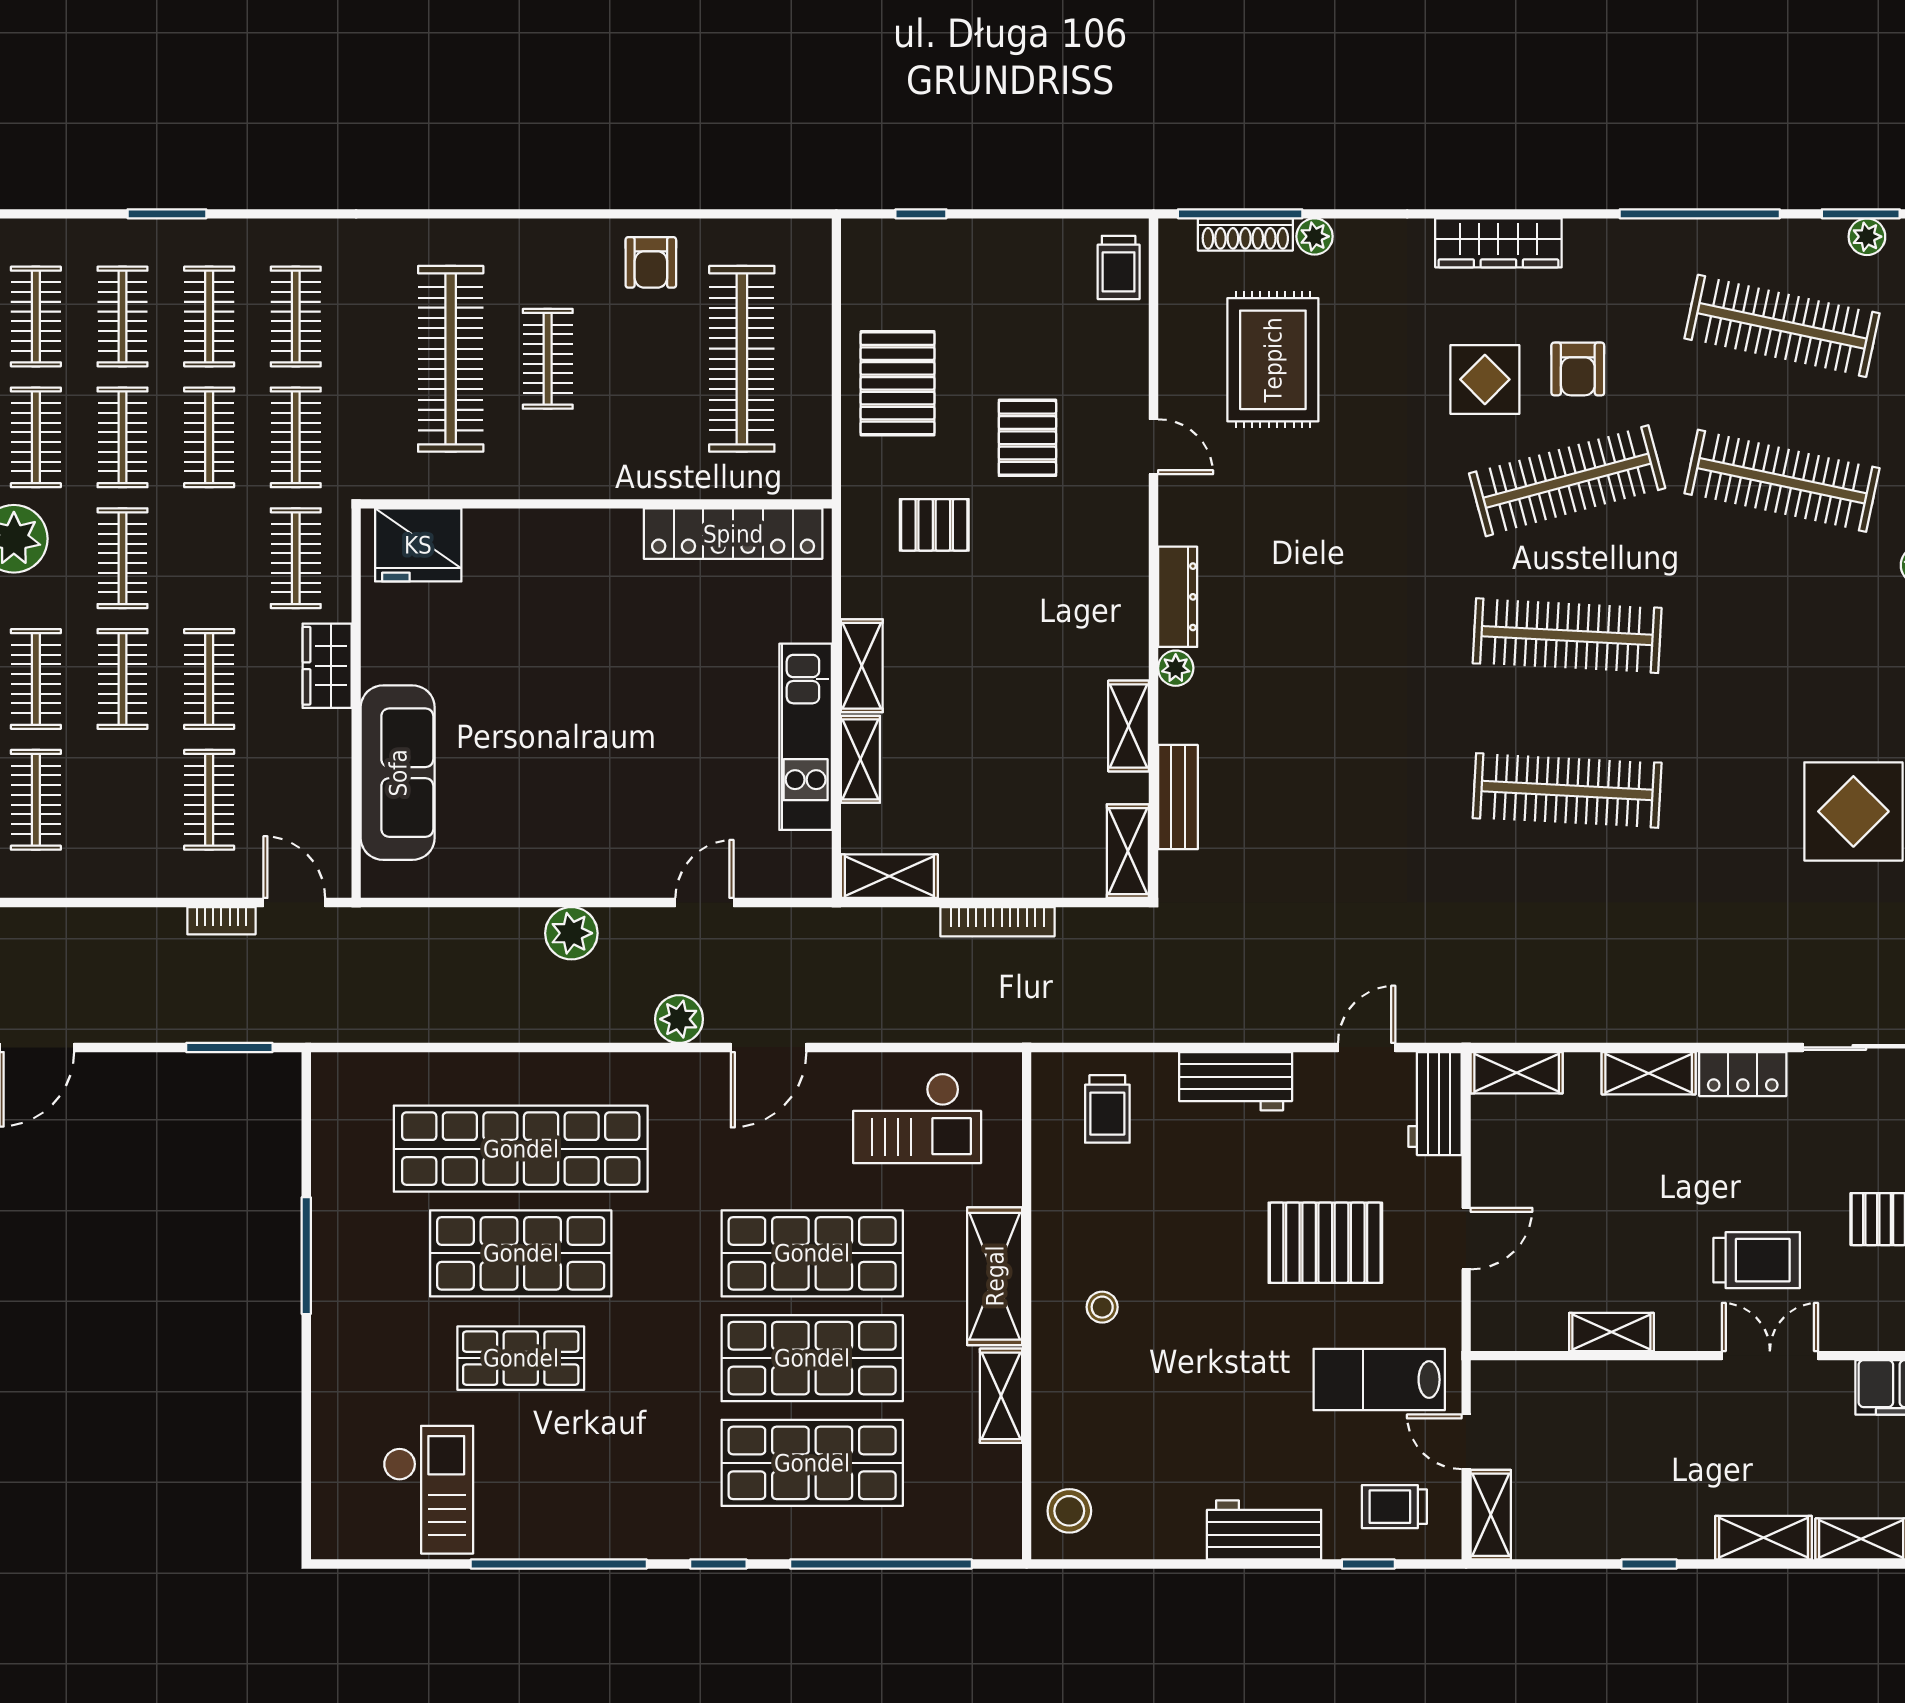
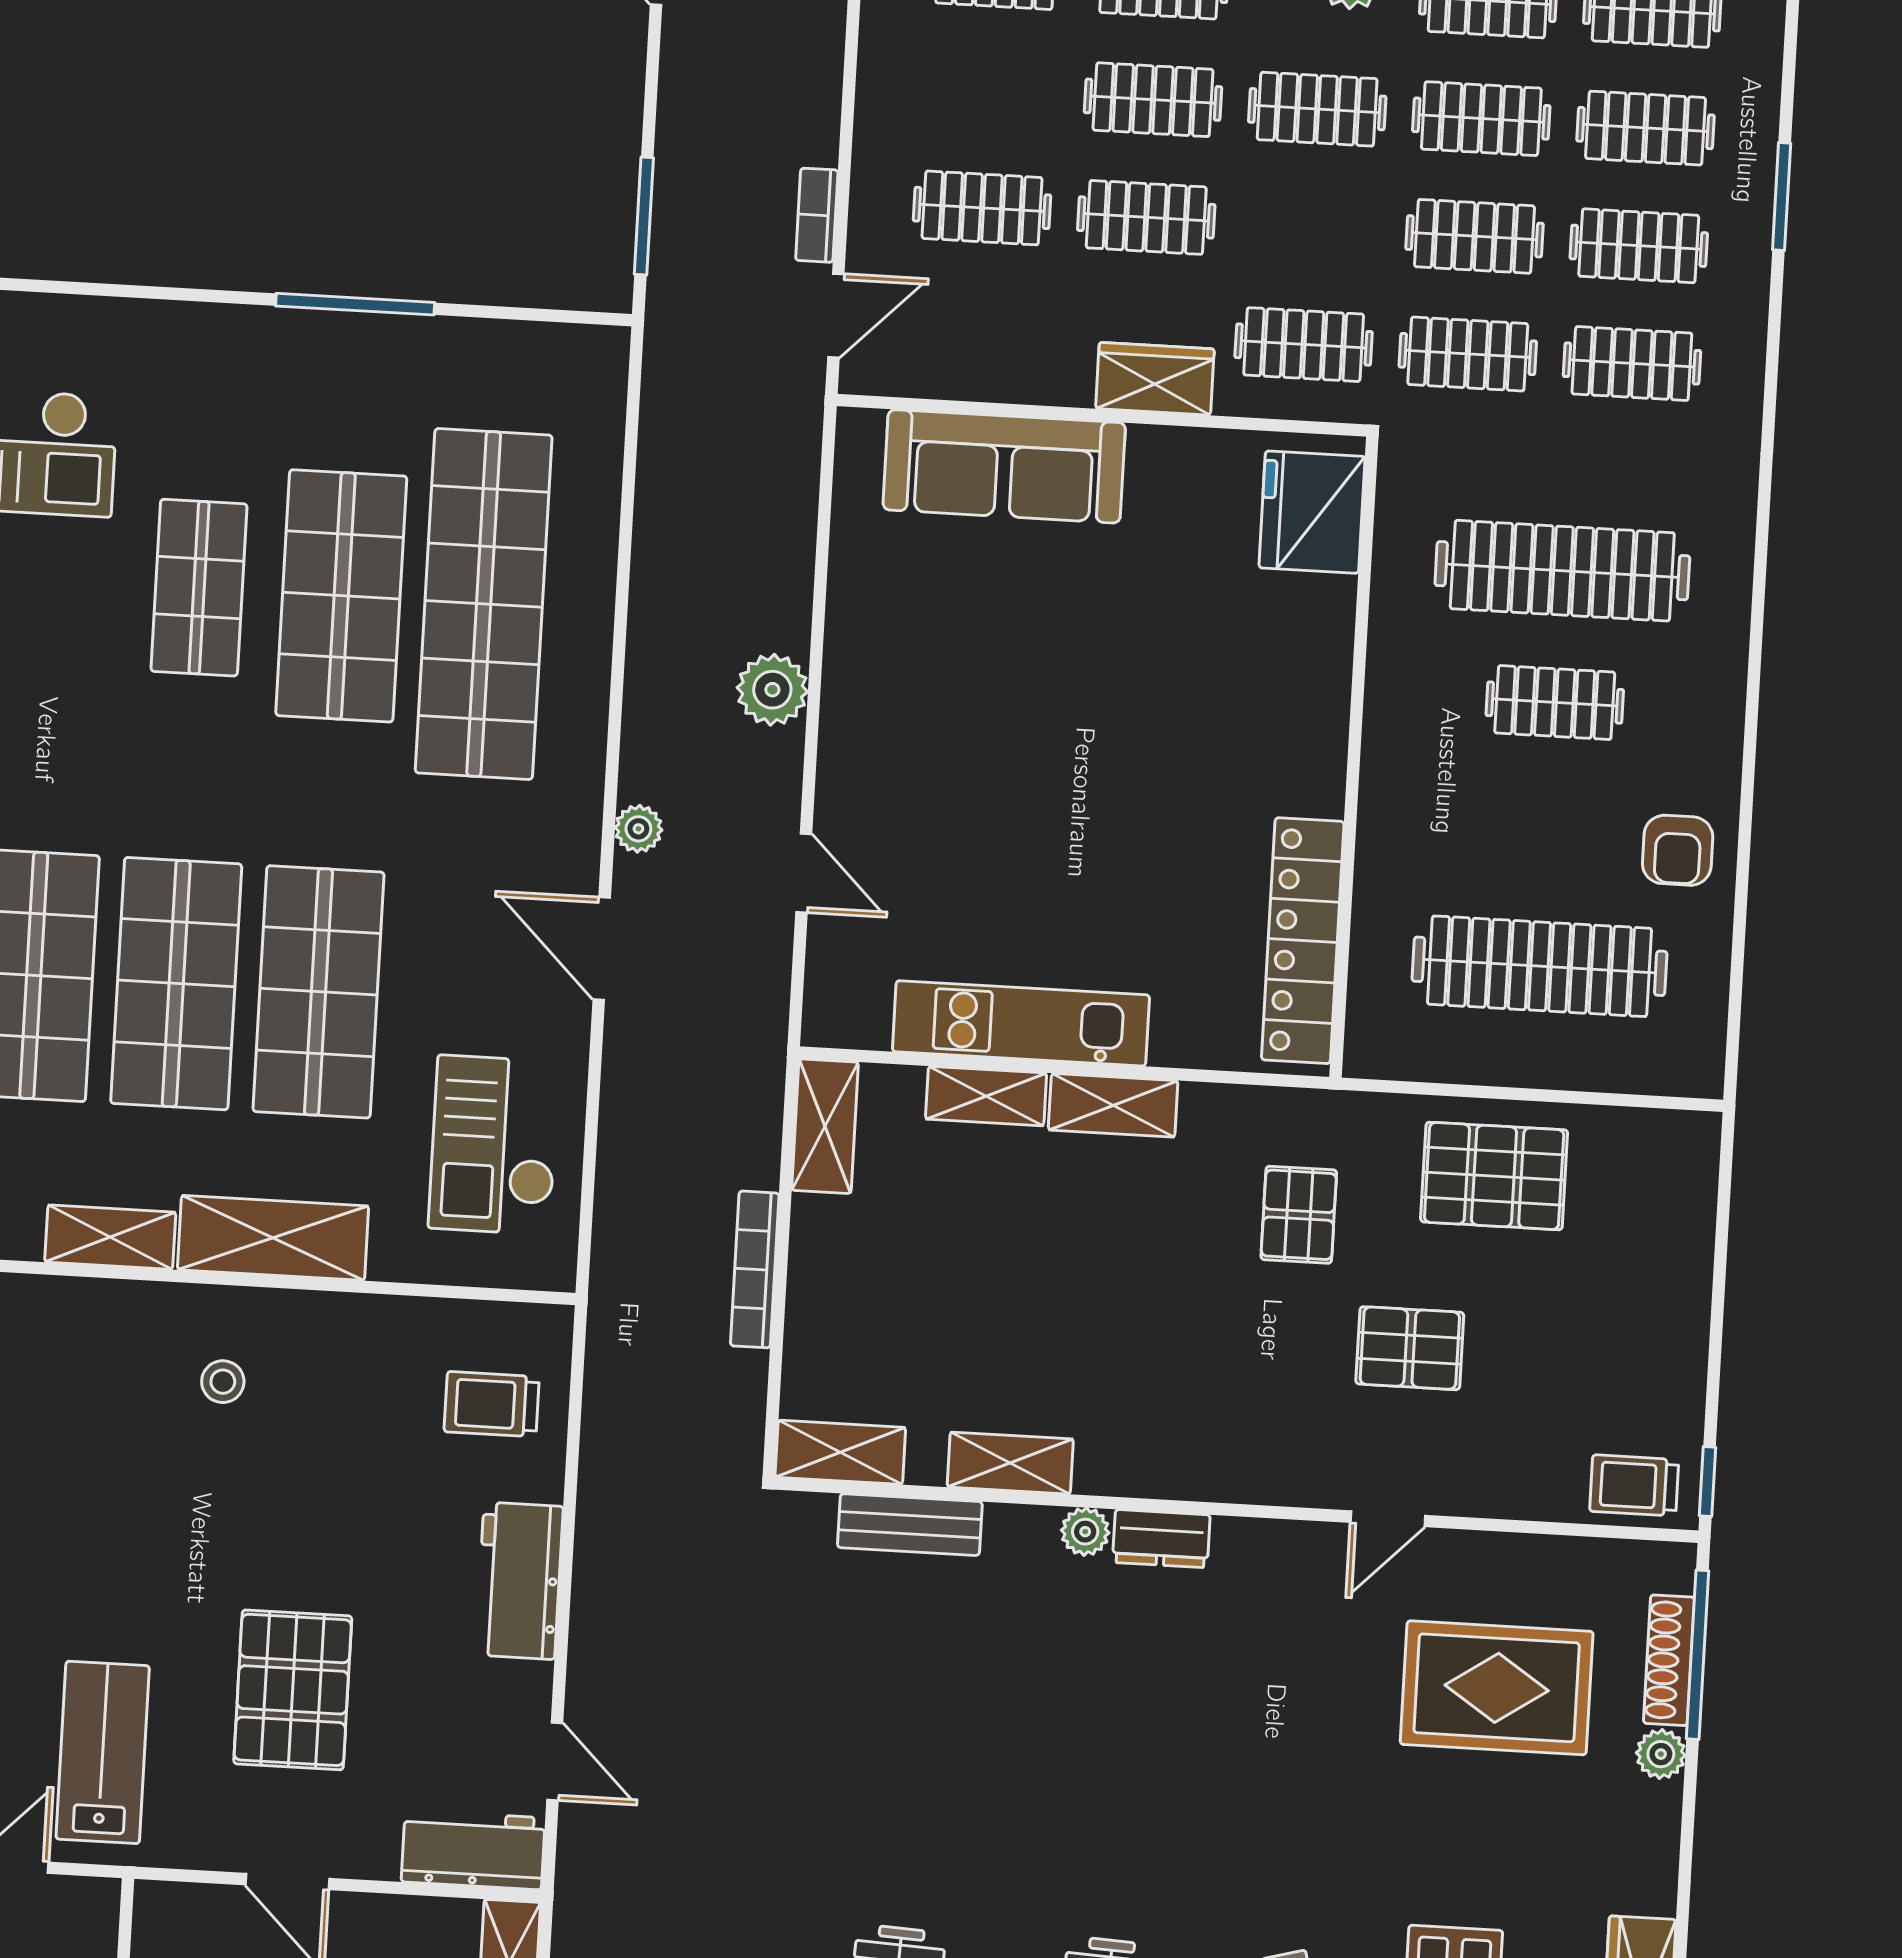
window: (921, 214) -> (1707, 1481), moved
armchair: (651, 262) -> (1678, 850), turned -90
dresser: (1178, 597) -> (1161, 1539), width x0.70
plant: (679, 1019) -> (638, 829), width x0.73, depth x0.73

